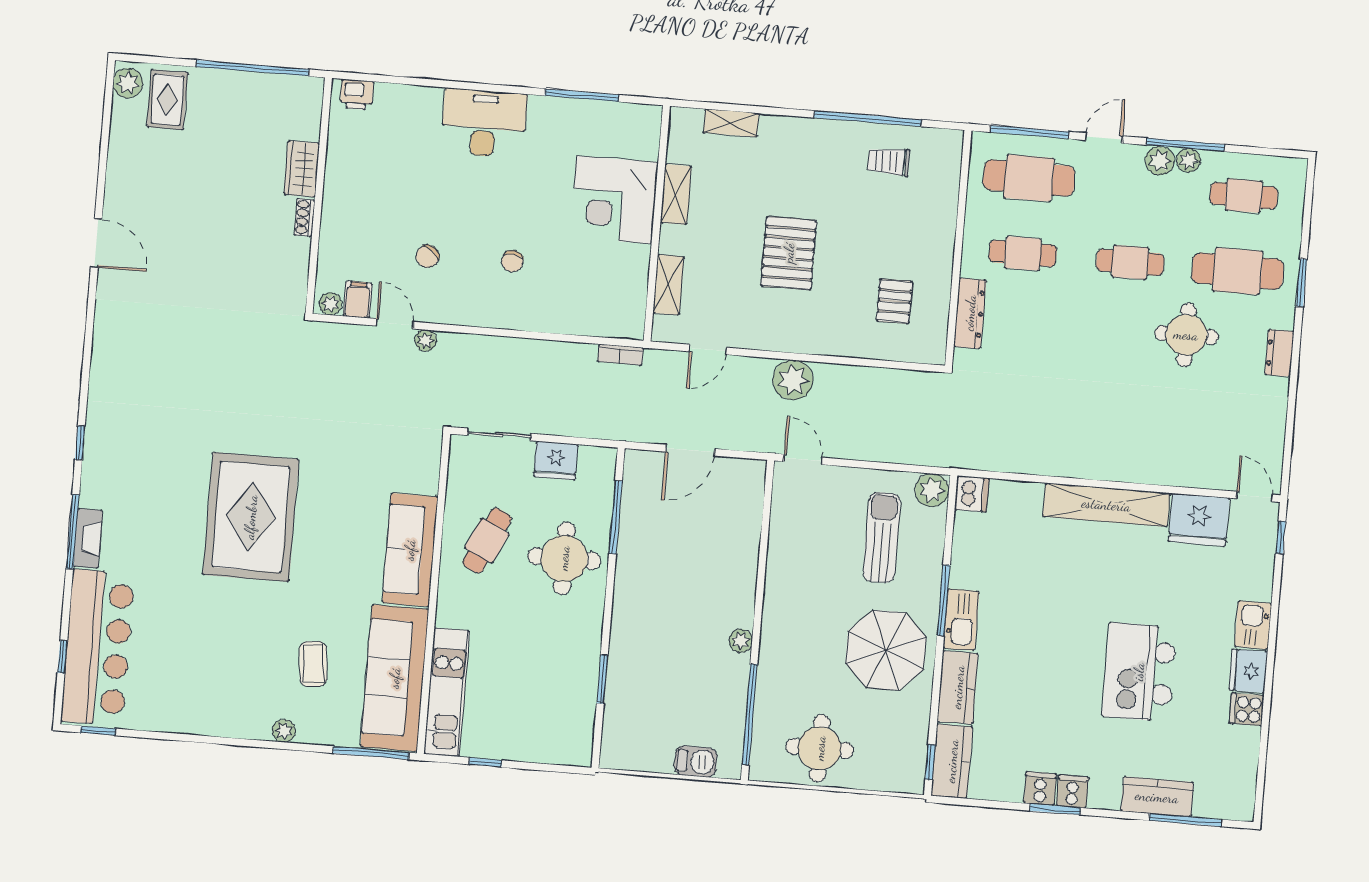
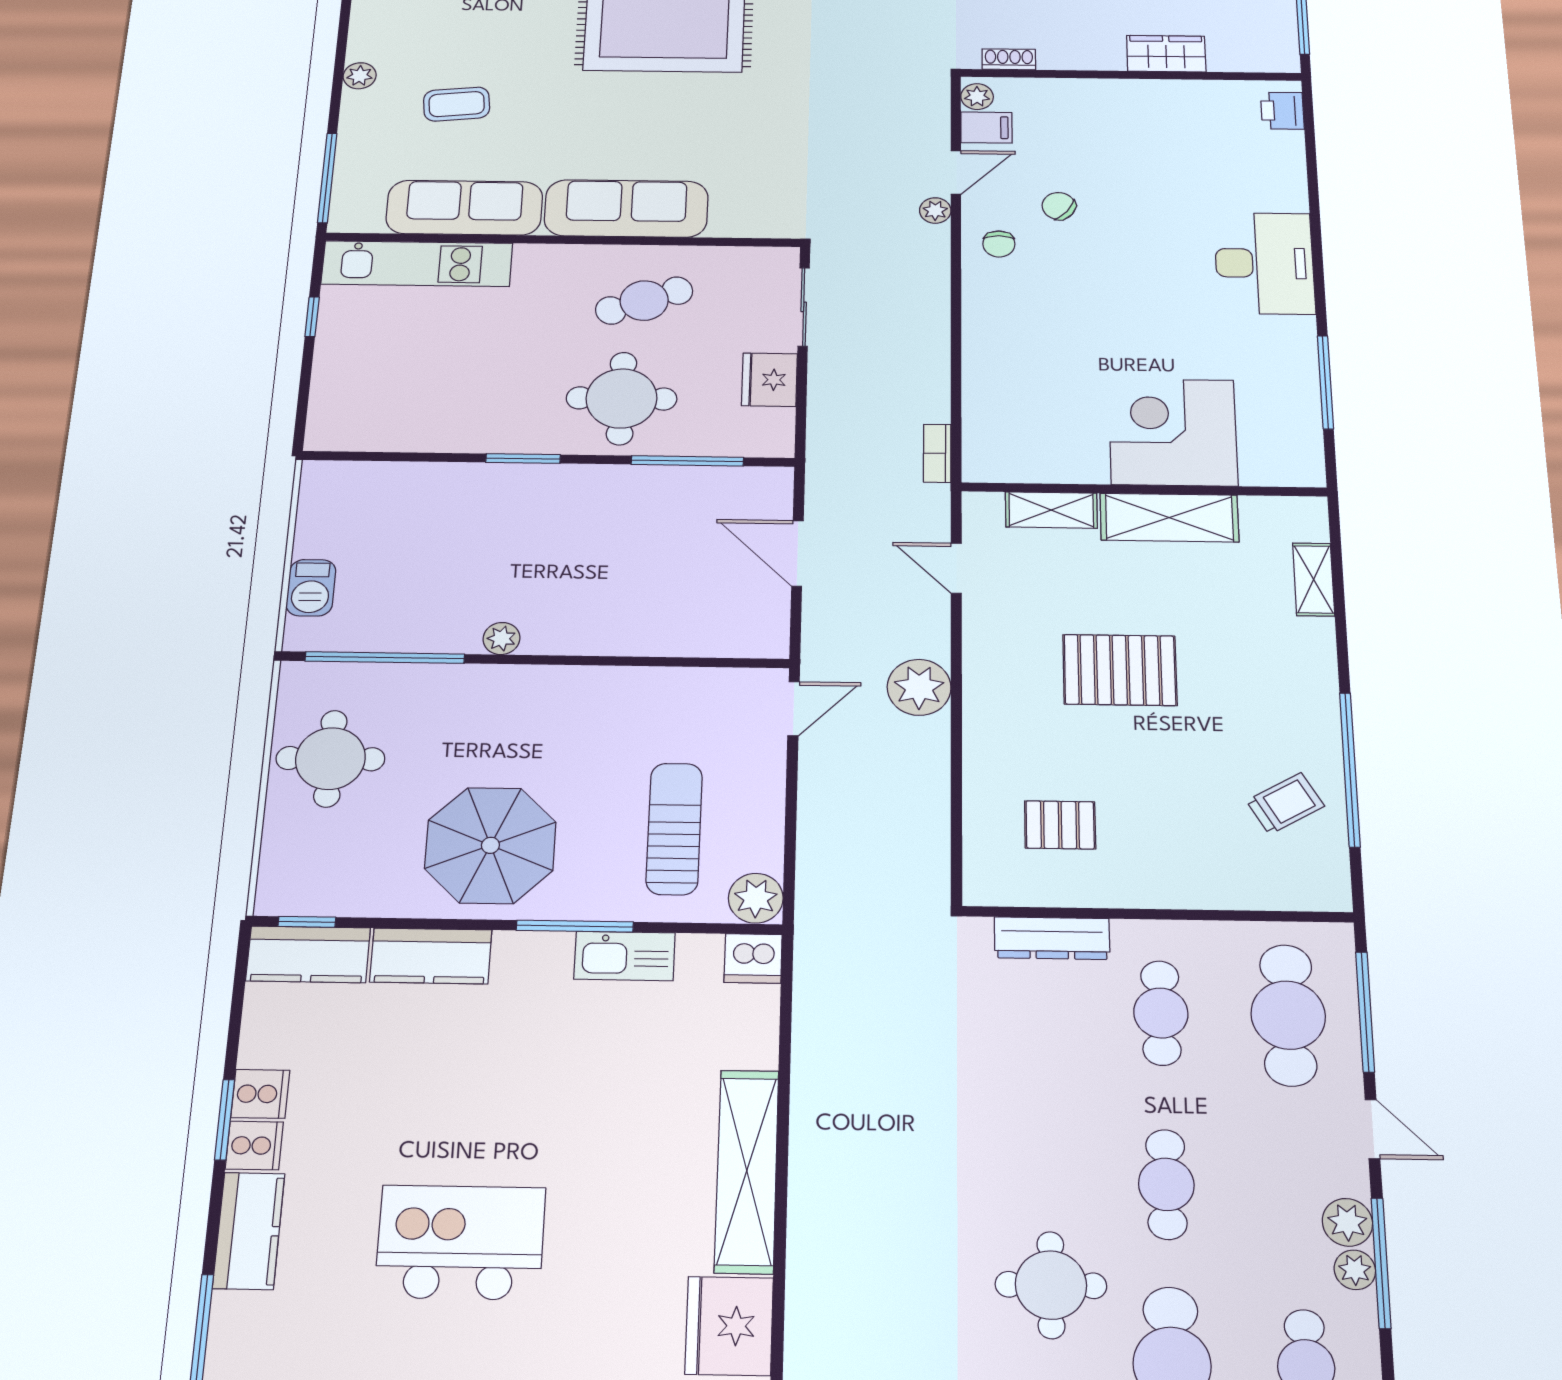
trolley: (889, 161) -> (1285, 803), turned 60
shelving: (676, 194) -> (1169, 518), width x1.50, depth x1.33
shoe rack: (304, 217) -> (1009, 59), moved
chair: (512, 261) -> (999, 244), moved, turned -97
sun lounger: (882, 537) -> (674, 829), turned -90
cafe table: (487, 541) -> (644, 301), turned -46
kitchen sink: (961, 620) -> (625, 956), moved
sofa: (395, 678) -> (464, 208), width x0.74, depth x0.79
window: (602, 679) -> (523, 459), moved
kitchen counter: (1157, 797) -> (249, 1231), moved

